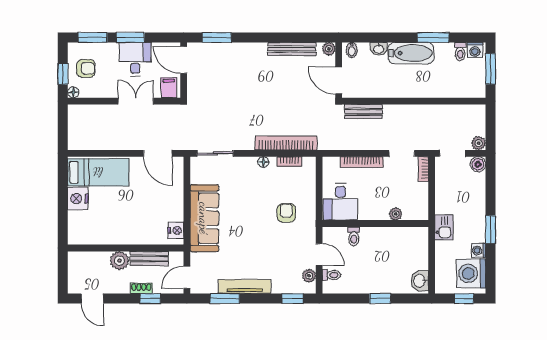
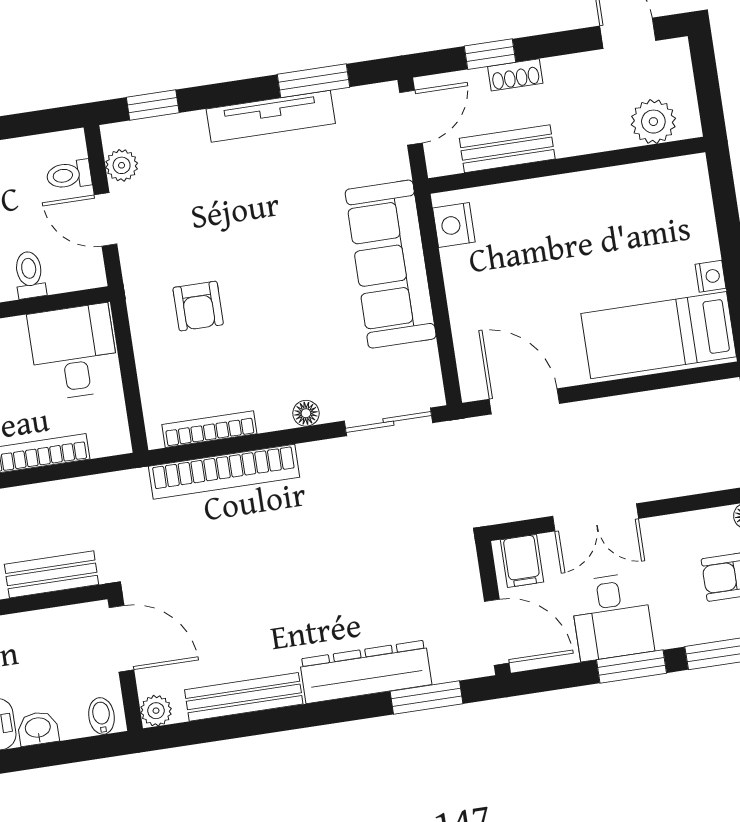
dresser: (240, 52) -> (366, 672), added
floor lamp: (263, 162) -> (306, 413), moved
bookcase: (289, 162) -> (209, 429), width x1.56
nightstand: (78, 199) -> (711, 276), width x0.53, depth x0.56
plant: (119, 261) -> (653, 122), moved

